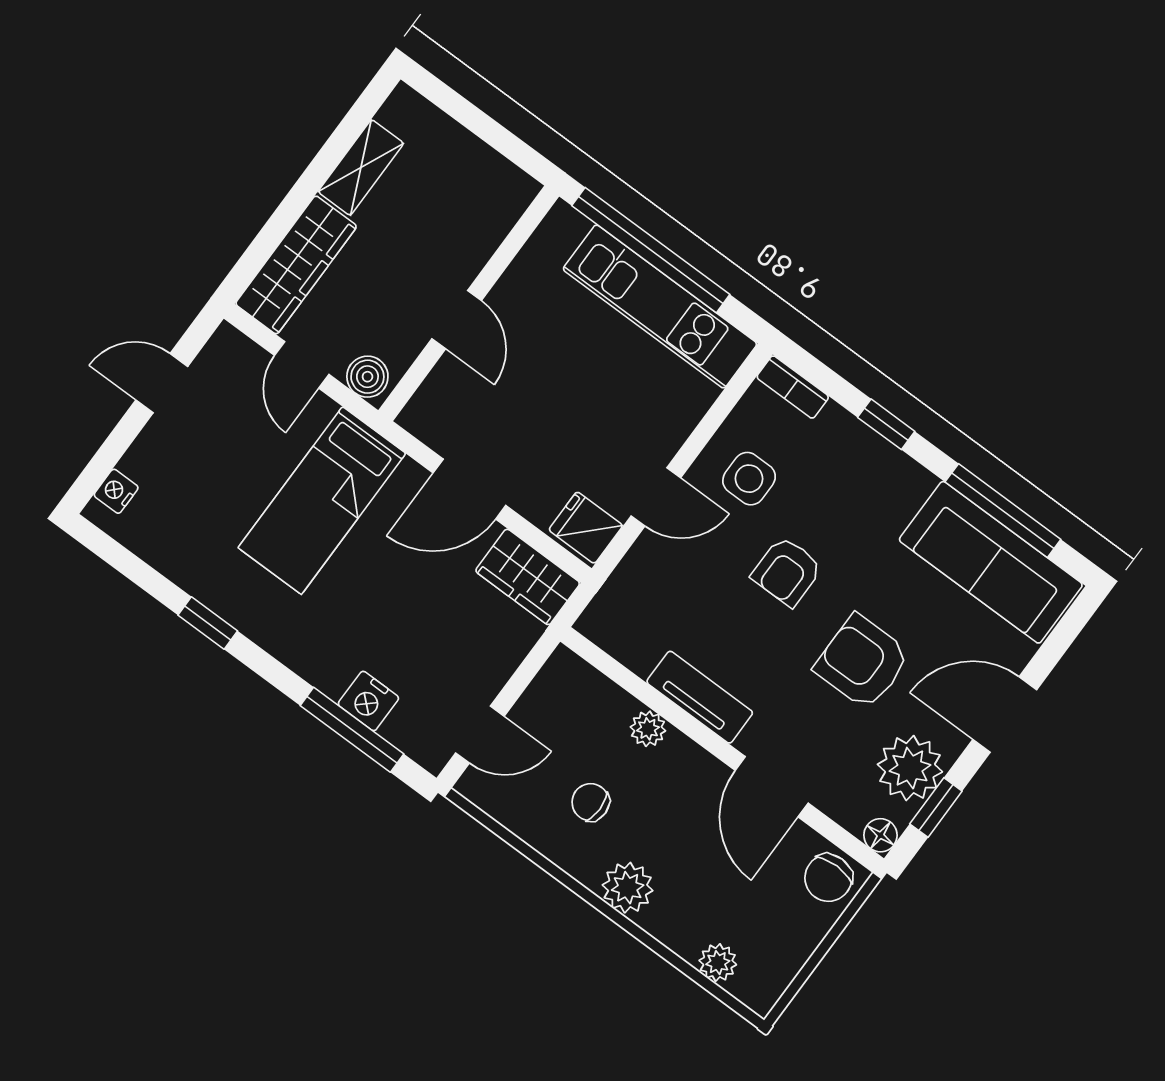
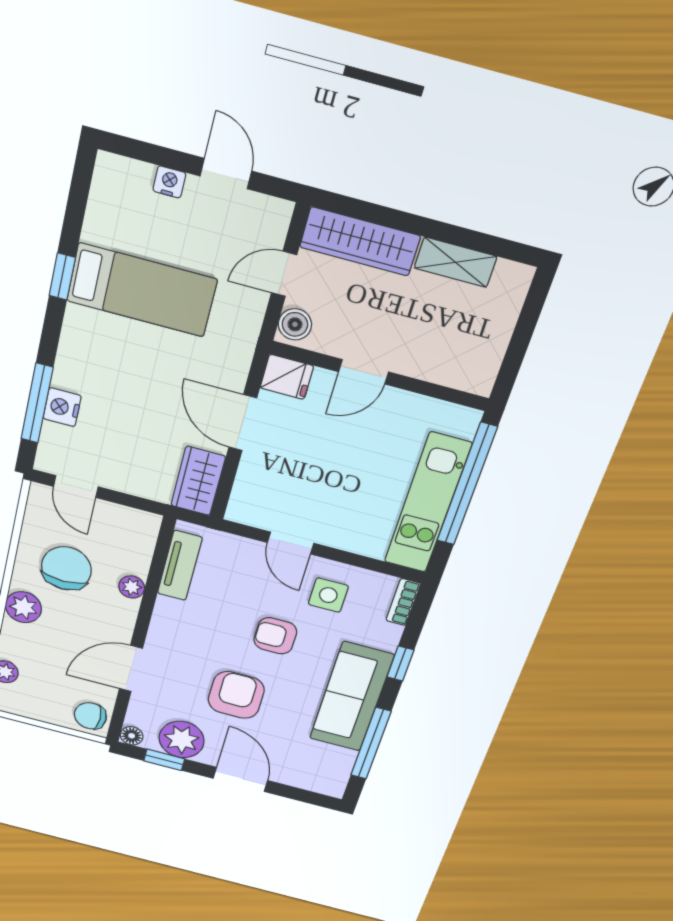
nightstand: (116, 491) -> (169, 182), moved
bed: (322, 501) -> (142, 290), moved, turned 180
fridge: (586, 528) -> (287, 377), moved, turned 90
sofa: (991, 562) -> (351, 697), moved
tv unit: (700, 697) -> (180, 566), moved
chair: (591, 802) -> (66, 568), width x1.87, depth x1.87

